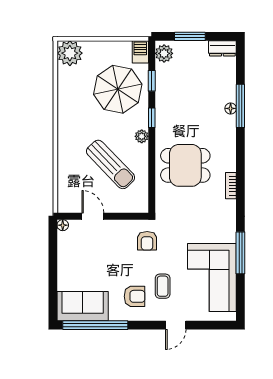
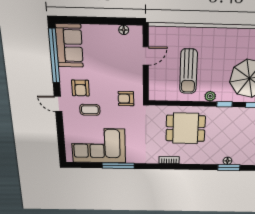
window: (240, 106) -> (229, 168), width x0.69
sun lounger: (111, 164) -> (188, 71), turned -46
dining table: (185, 165) -> (186, 128), turned 90
floor lamp: (63, 225) -> (124, 30), moved
door: (176, 325) -> (58, 104), moved

